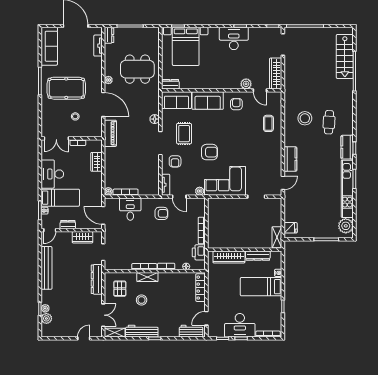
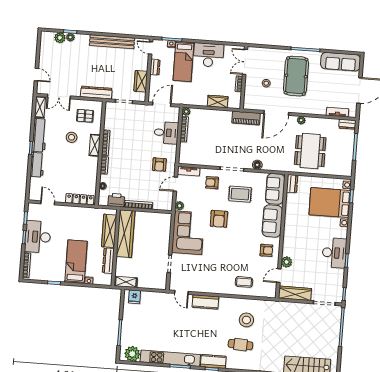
wardrobe: (230, 241) -> (126, 234), added
workbench: (191, 331) -> (37, 165), moved

